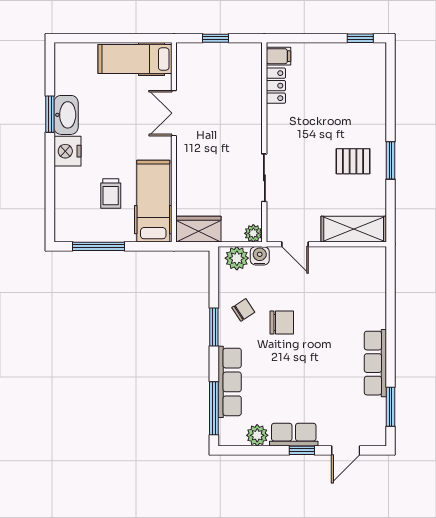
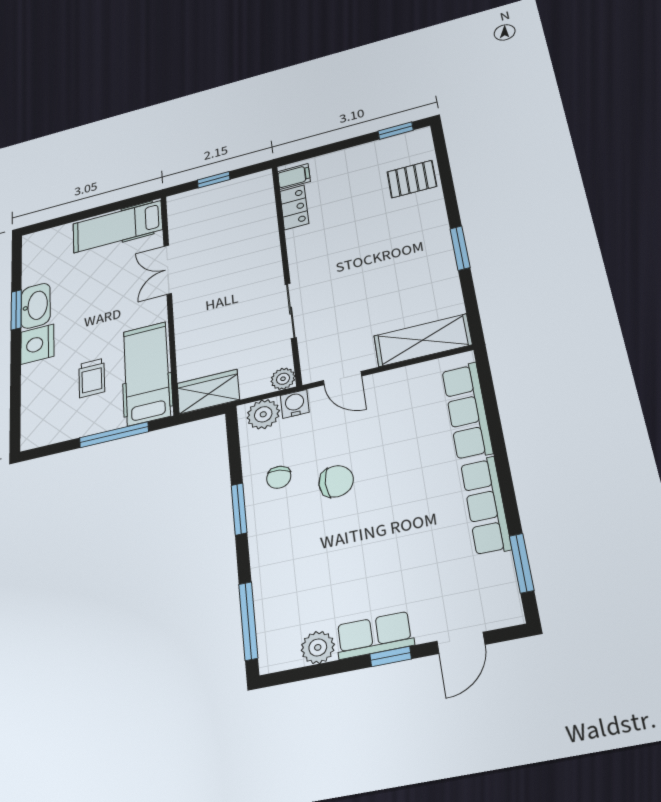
pallet: (353, 161) -> (412, 179), moved
window: (99, 246) -> (114, 435), moved
chair: (243, 310) -> (279, 477), turned 133
row of seats: (230, 382) -> (467, 411), moved, turned 180

